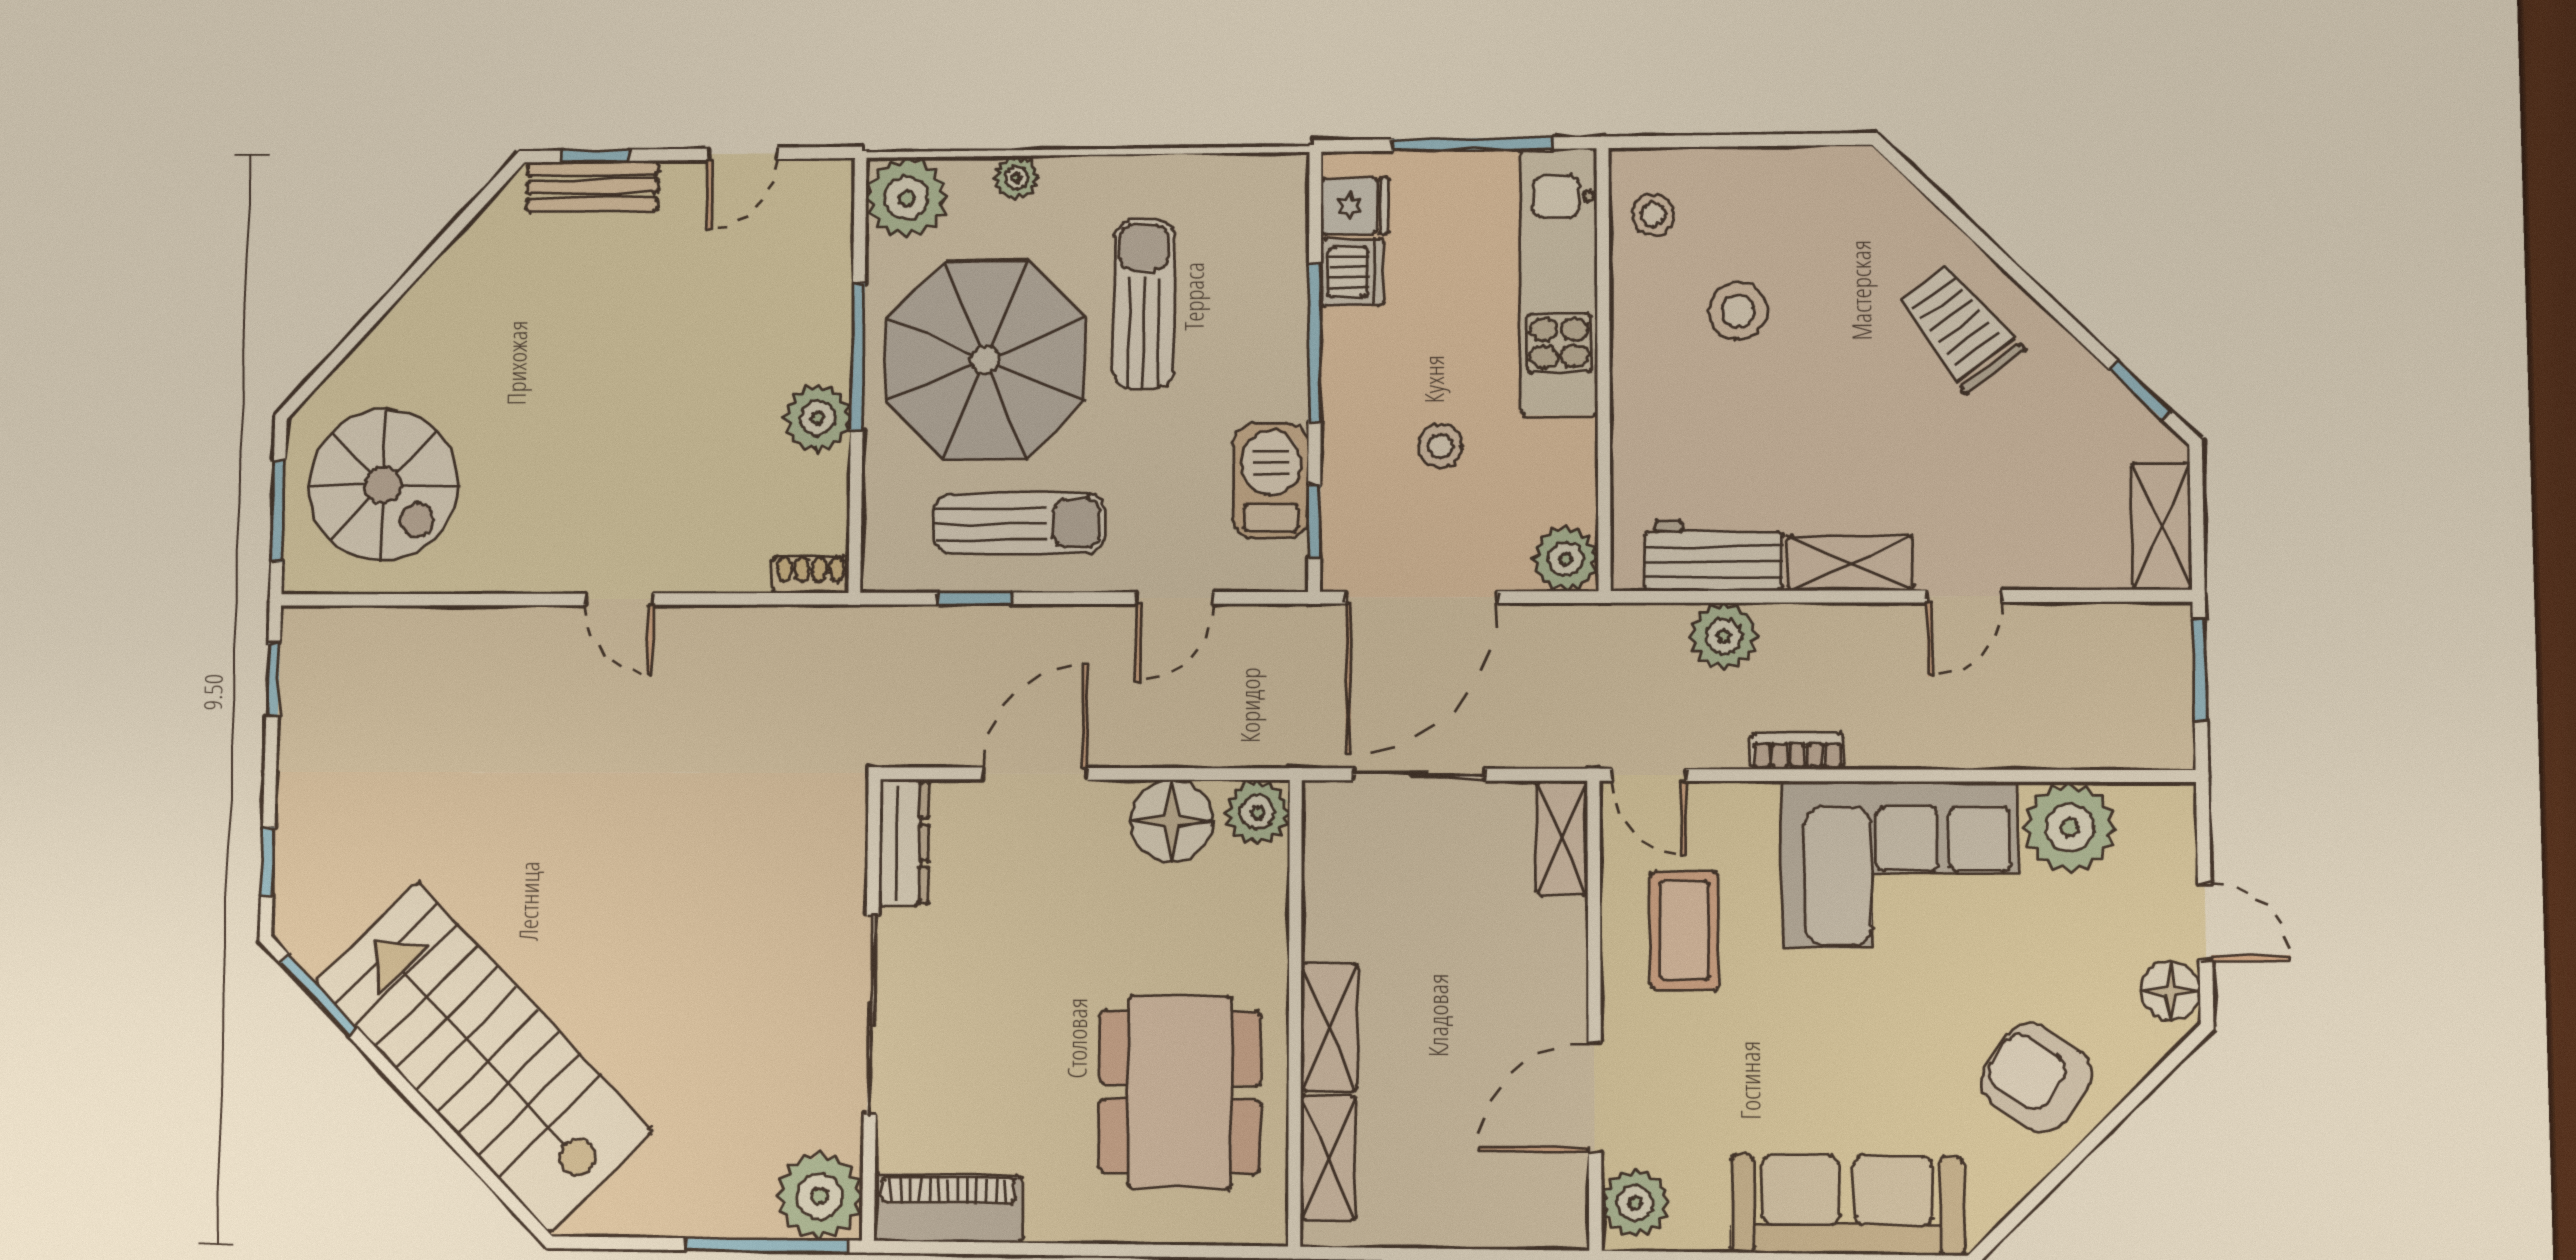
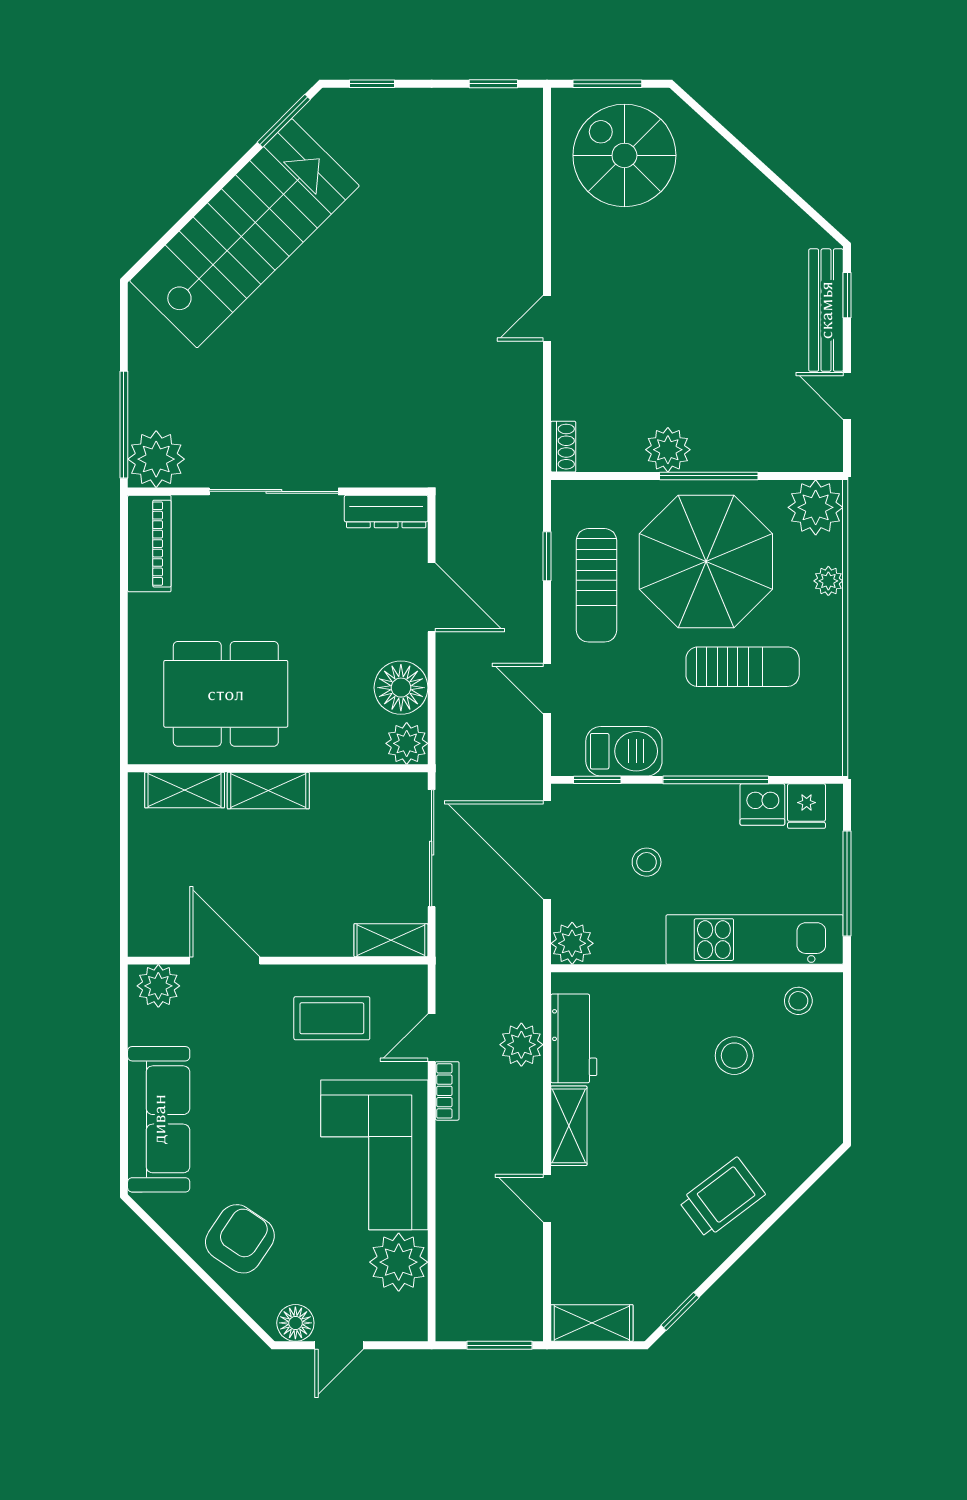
bench: (592, 187) -> (826, 310), width x1.36
spiral stairs: (383, 485) -> (624, 155), turned 90
sliding door: (1419, 774) -> (432, 848), width x1.37
door: (1649, 775) -> (432, 1038), moved

